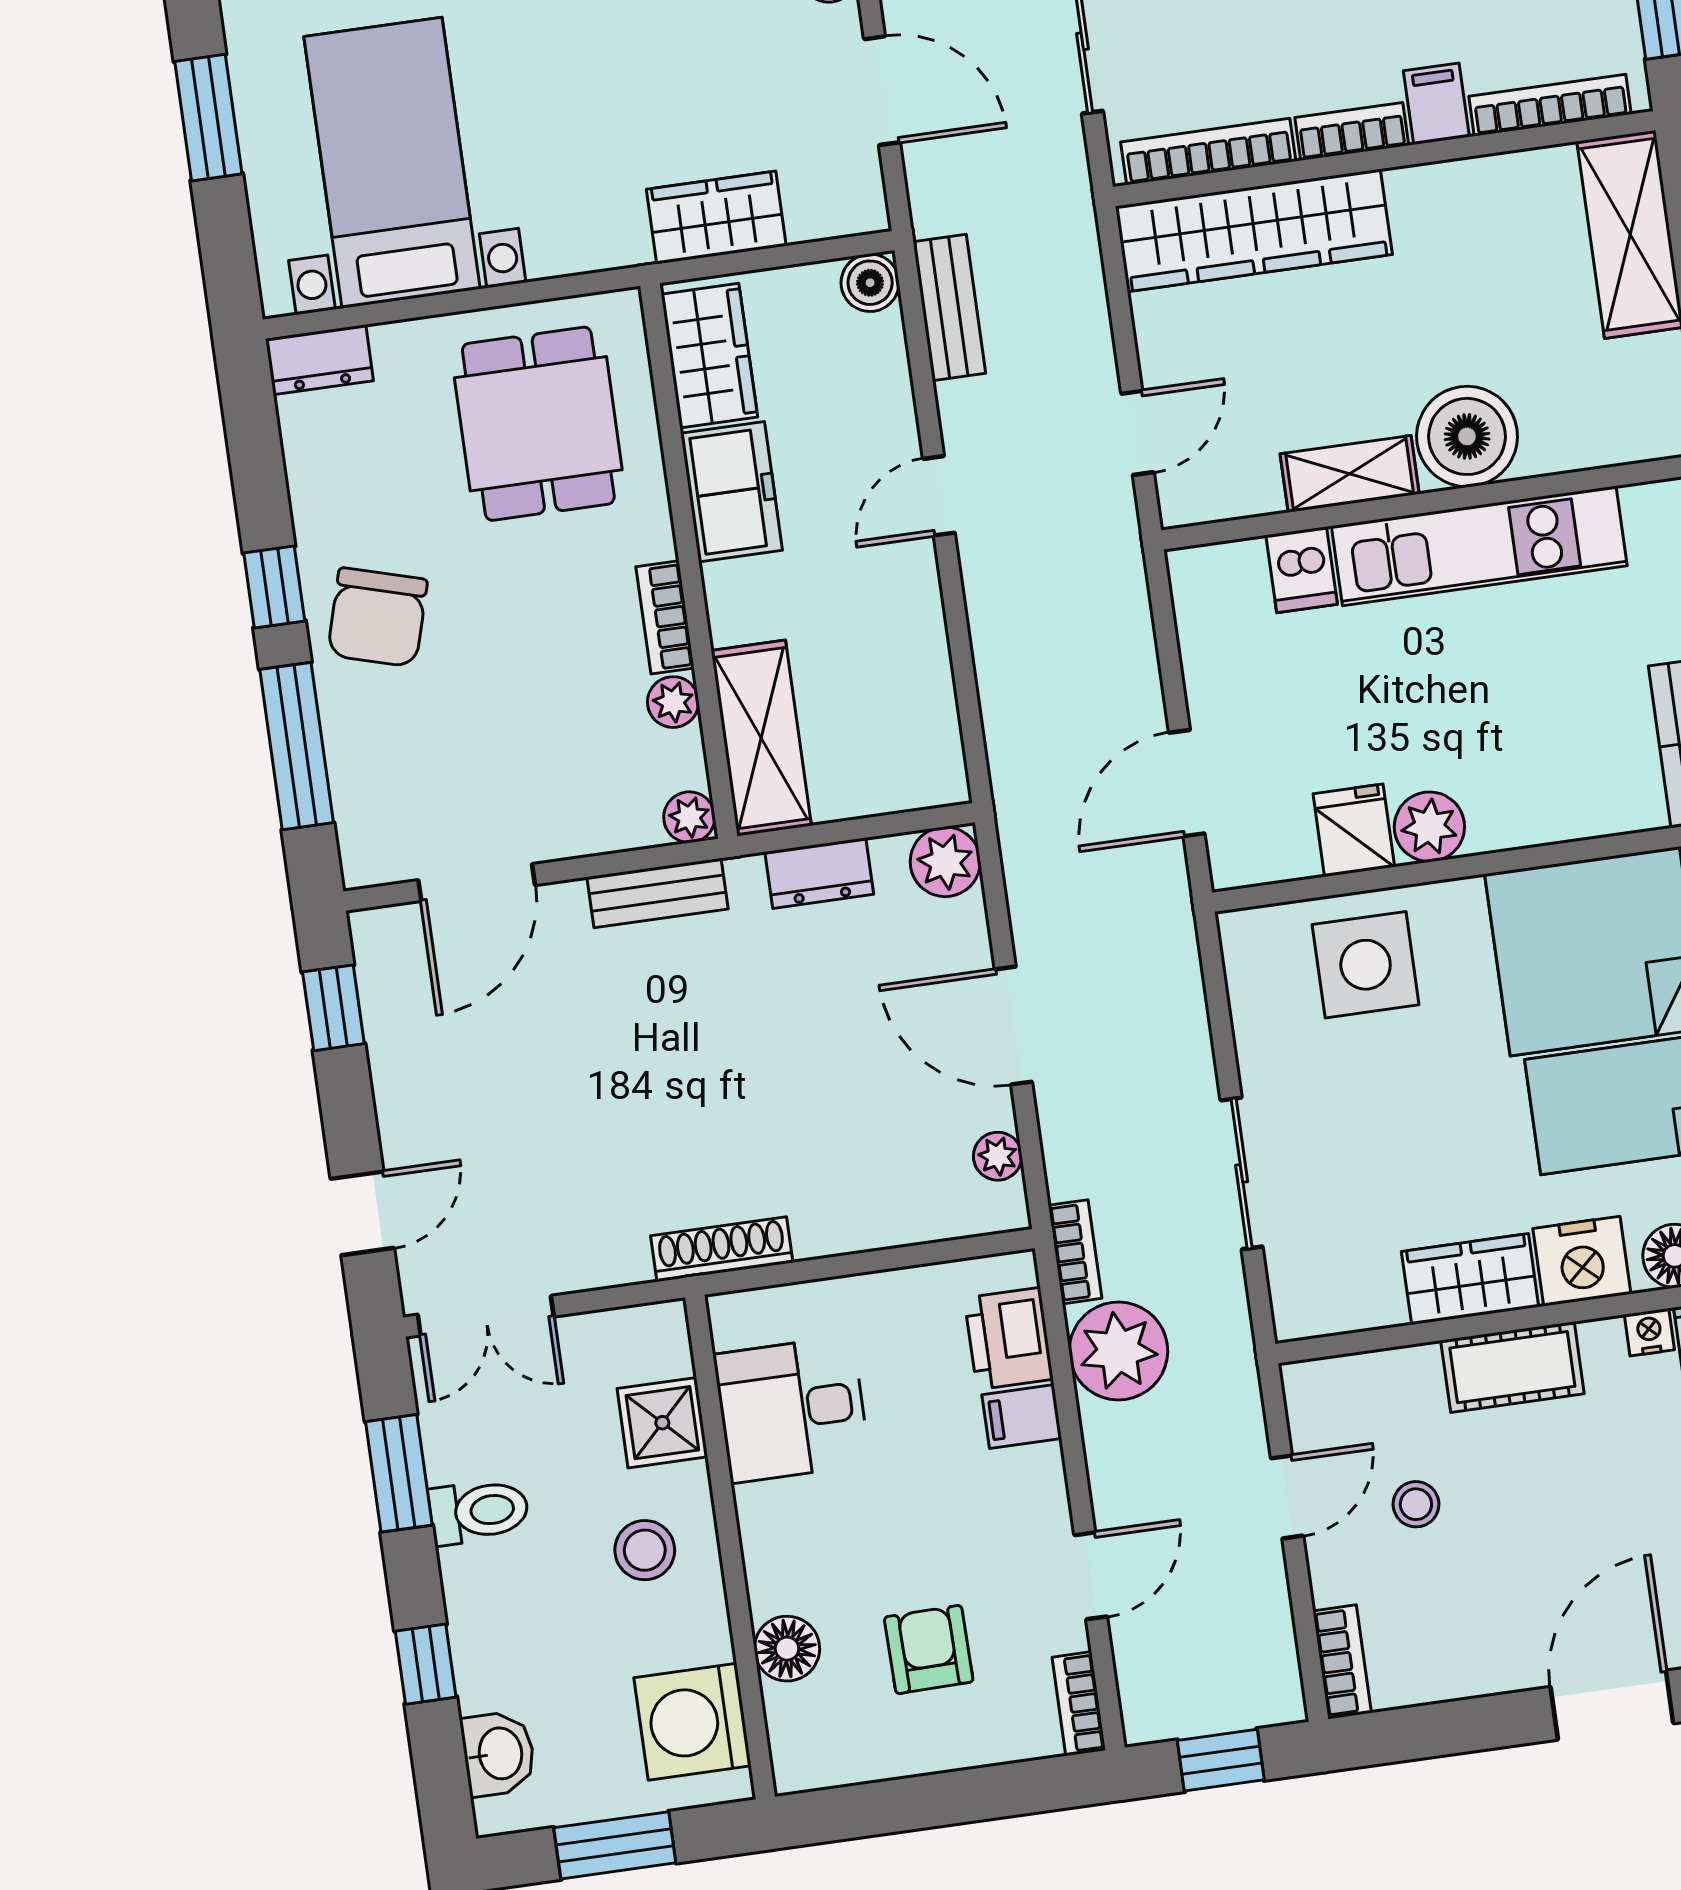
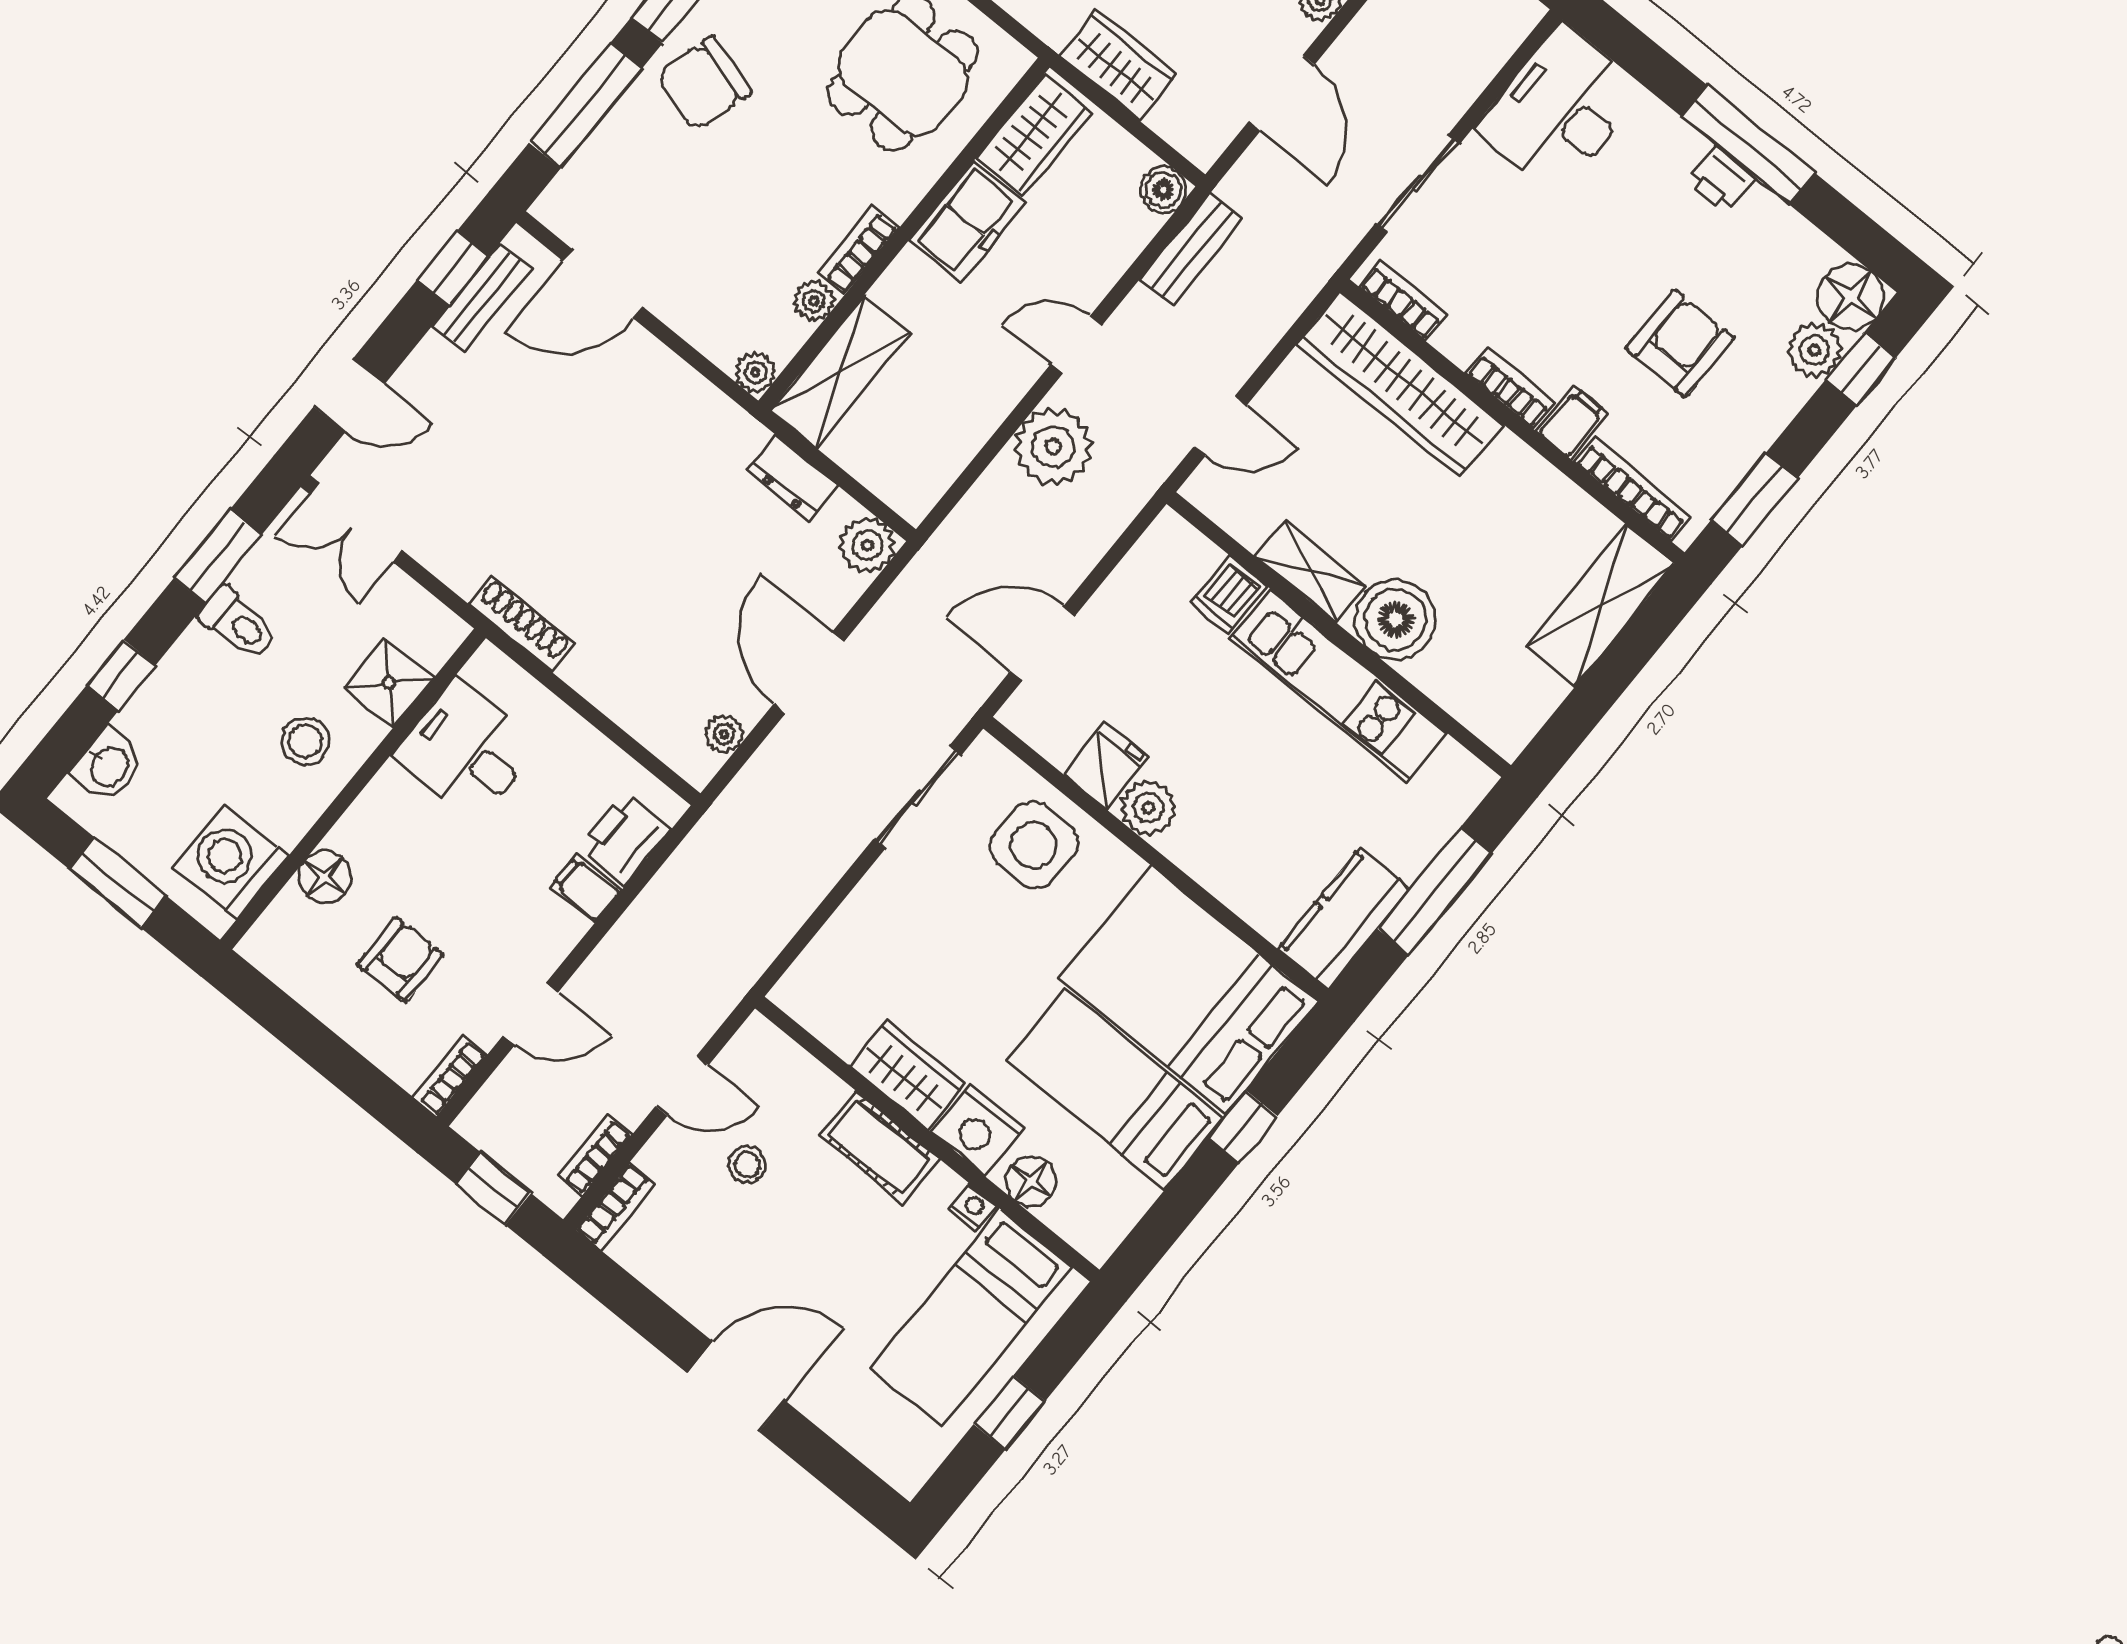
bookcase: (1208, 152) -> (1403, 300), width x0.64
bench: (658, 893) -> (482, 297), moved, turned 90
sliding door: (1242, 1173) -> (917, 797), moved
bookcase: (1075, 1252) -> (595, 1155), moved, turned 180
plant: (1118, 1351) -> (1053, 447), moved

